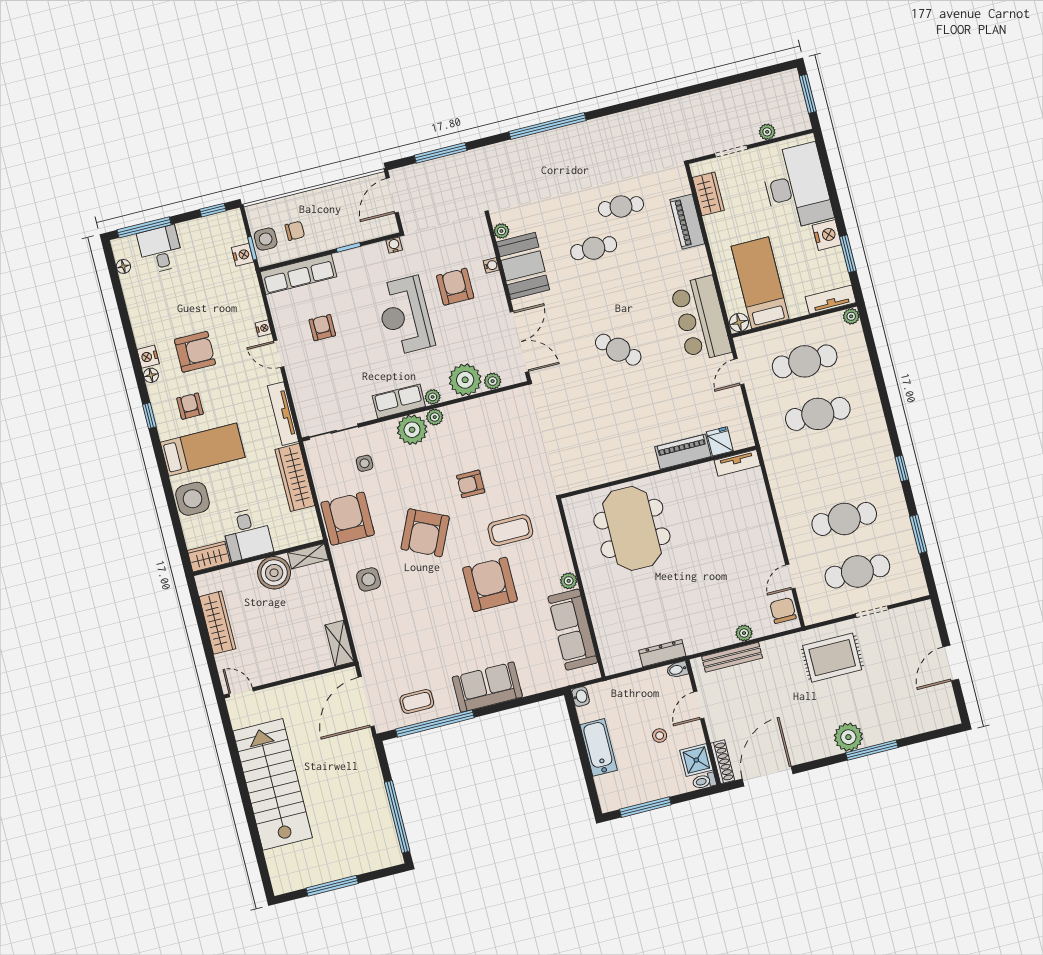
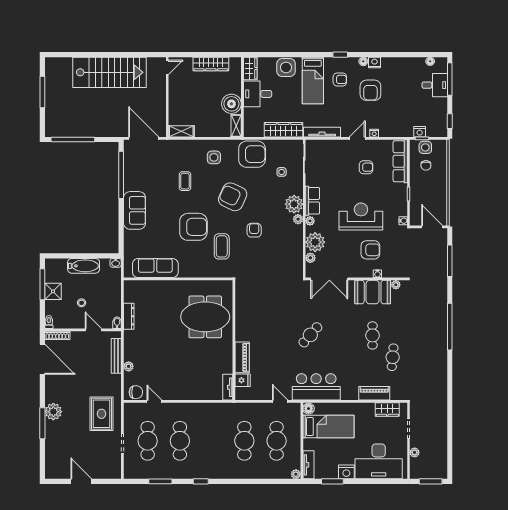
plant: (569, 581) -> (184, 273), removed
coffee table: (417, 701) -> (185, 181), moved
shower: (696, 760) -> (53, 291), moved

